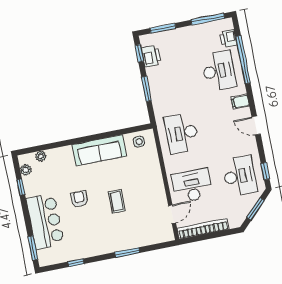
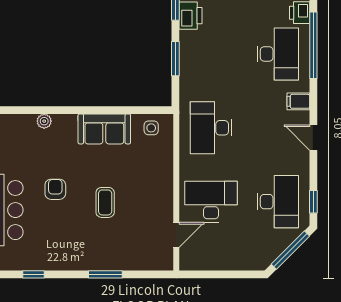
sofa: (99, 150) -> (104, 129), width x0.73
plant: (41, 156) -> (44, 121), moved
window: (256, 209) -> (290, 250), width x1.44
bookcase: (203, 229) -> (214, 263), removed

